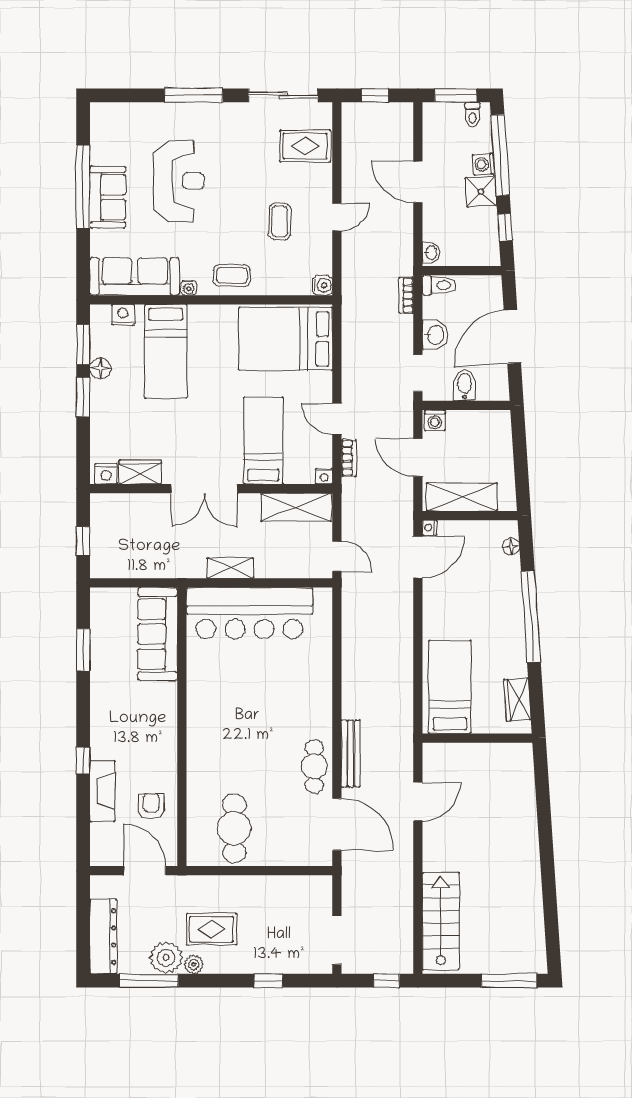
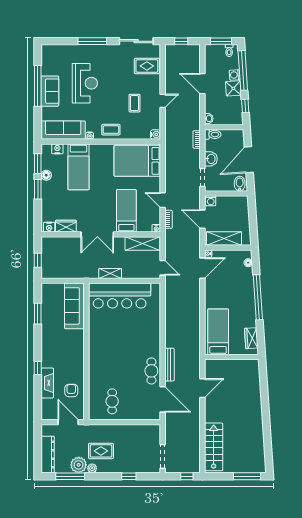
bidet: (465, 385) -> (240, 184), moved
cafe table: (234, 828) -> (112, 401), width x0.73, depth x0.74

